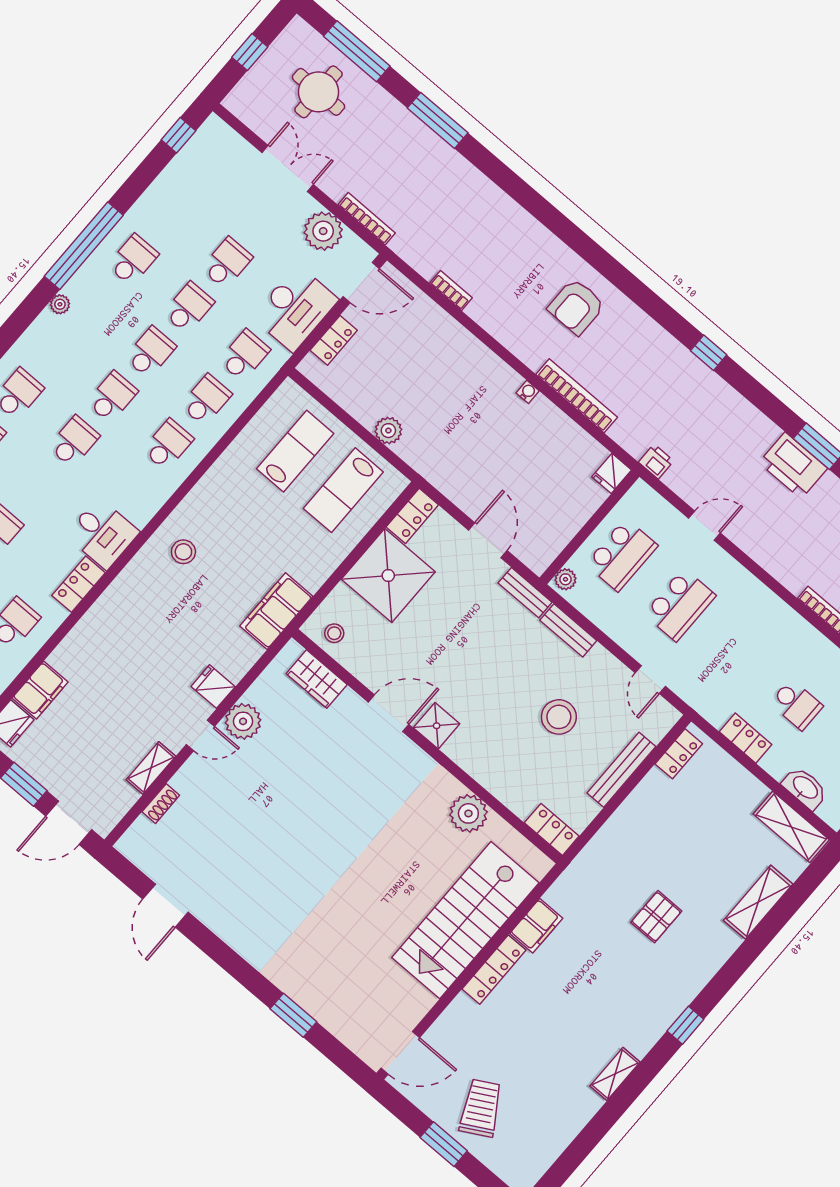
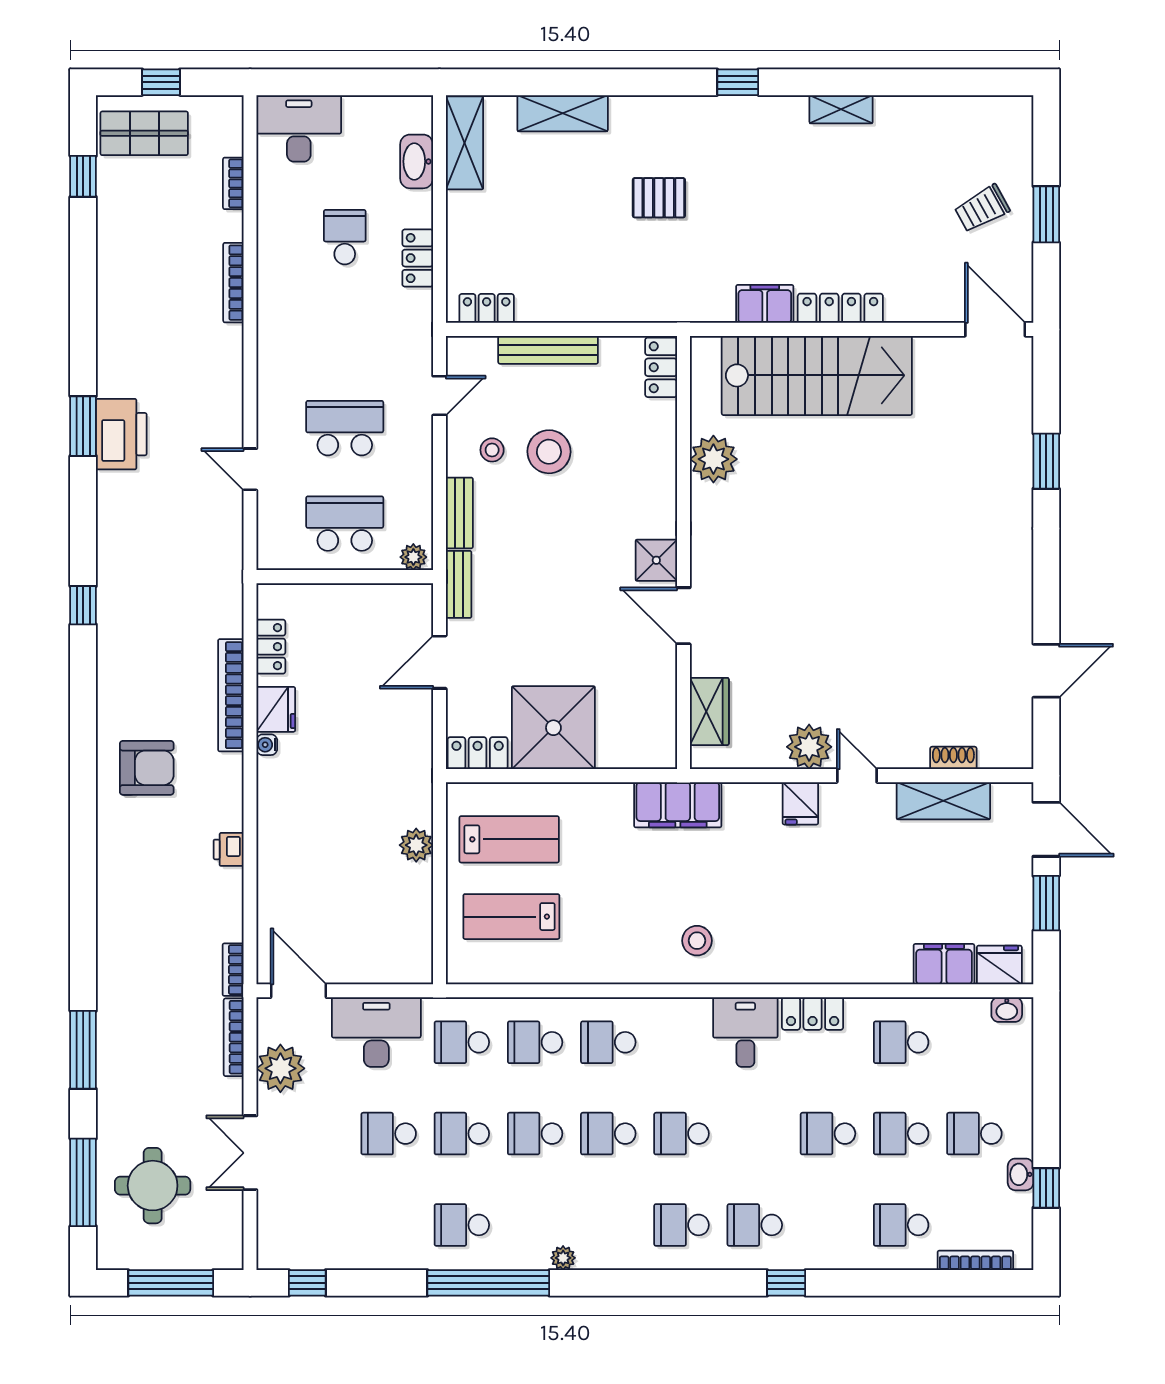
window: (250, 52) -> (171, 1283), width x2.17
bookcase: (451, 291) -> (233, 970), moved
locker: (334, 340) -> (271, 647), moved, turned 90
printer: (656, 461) -> (229, 849), moved
fridge: (612, 473) -> (276, 709), moved, width x1.38
stool: (334, 633) -> (492, 450), moved
shelving: (151, 768) -> (943, 801), width x1.50, depth x1.33
trolley: (481, 1108) -> (982, 209), width x0.73, depth x0.72

